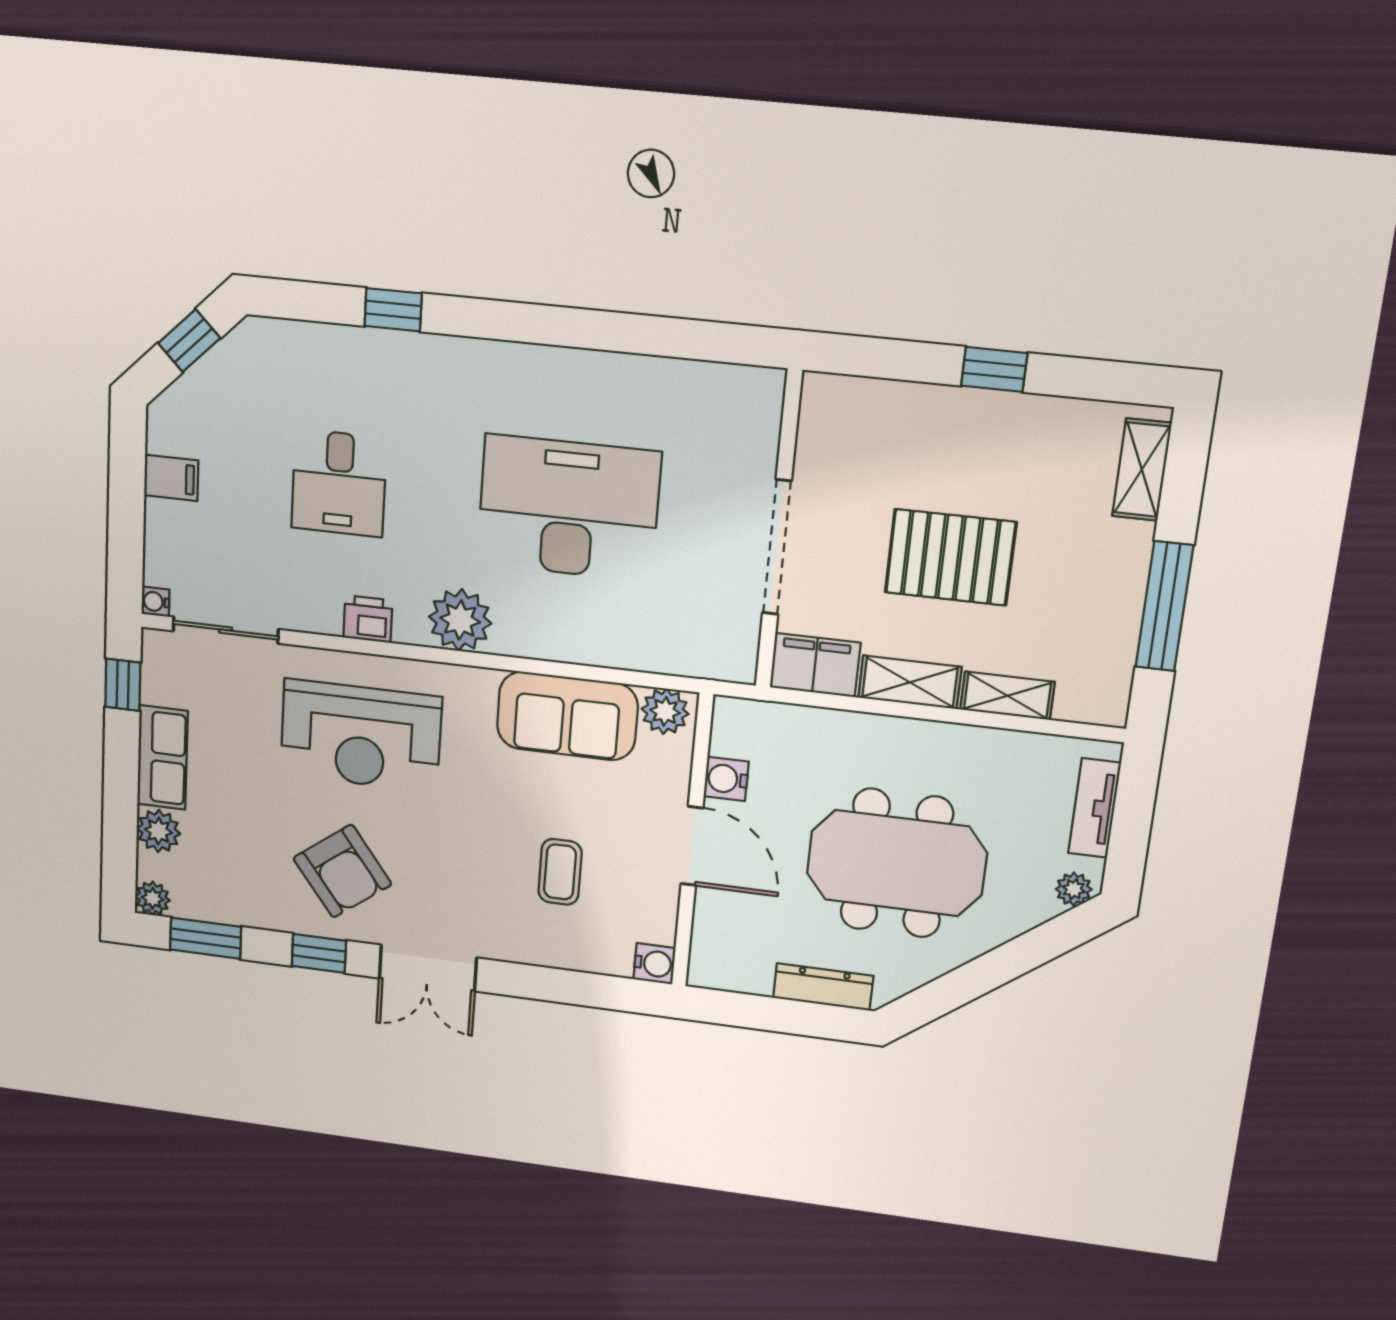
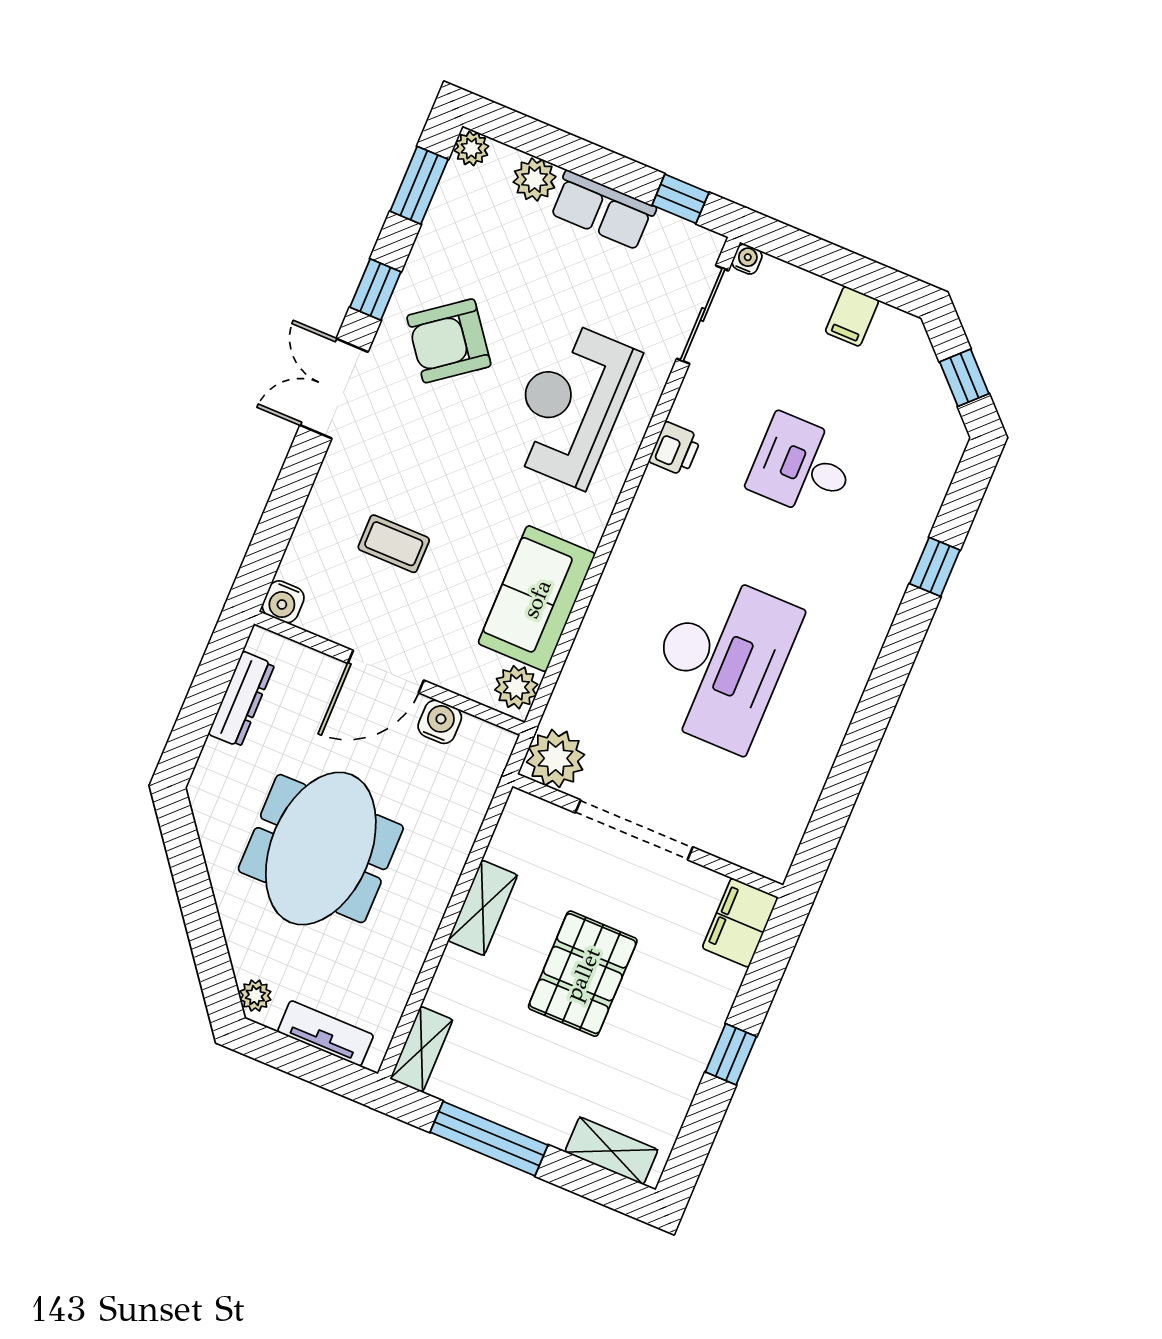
plant: (460, 620) -> (556, 758), moved
filing cabinet: (815, 665) -> (740, 923), moved, turned 180
shelving: (1007, 696) -> (421, 1049), moved
dresser: (823, 987) -> (241, 699), moved

